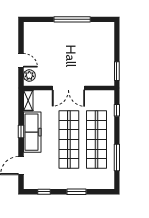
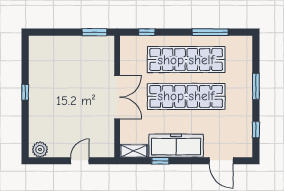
window: (72, 19) -> (25, 92), width x0.32
plant: (29, 76) -> (40, 149), moved
window: (21, 131) -> (160, 161), moved

